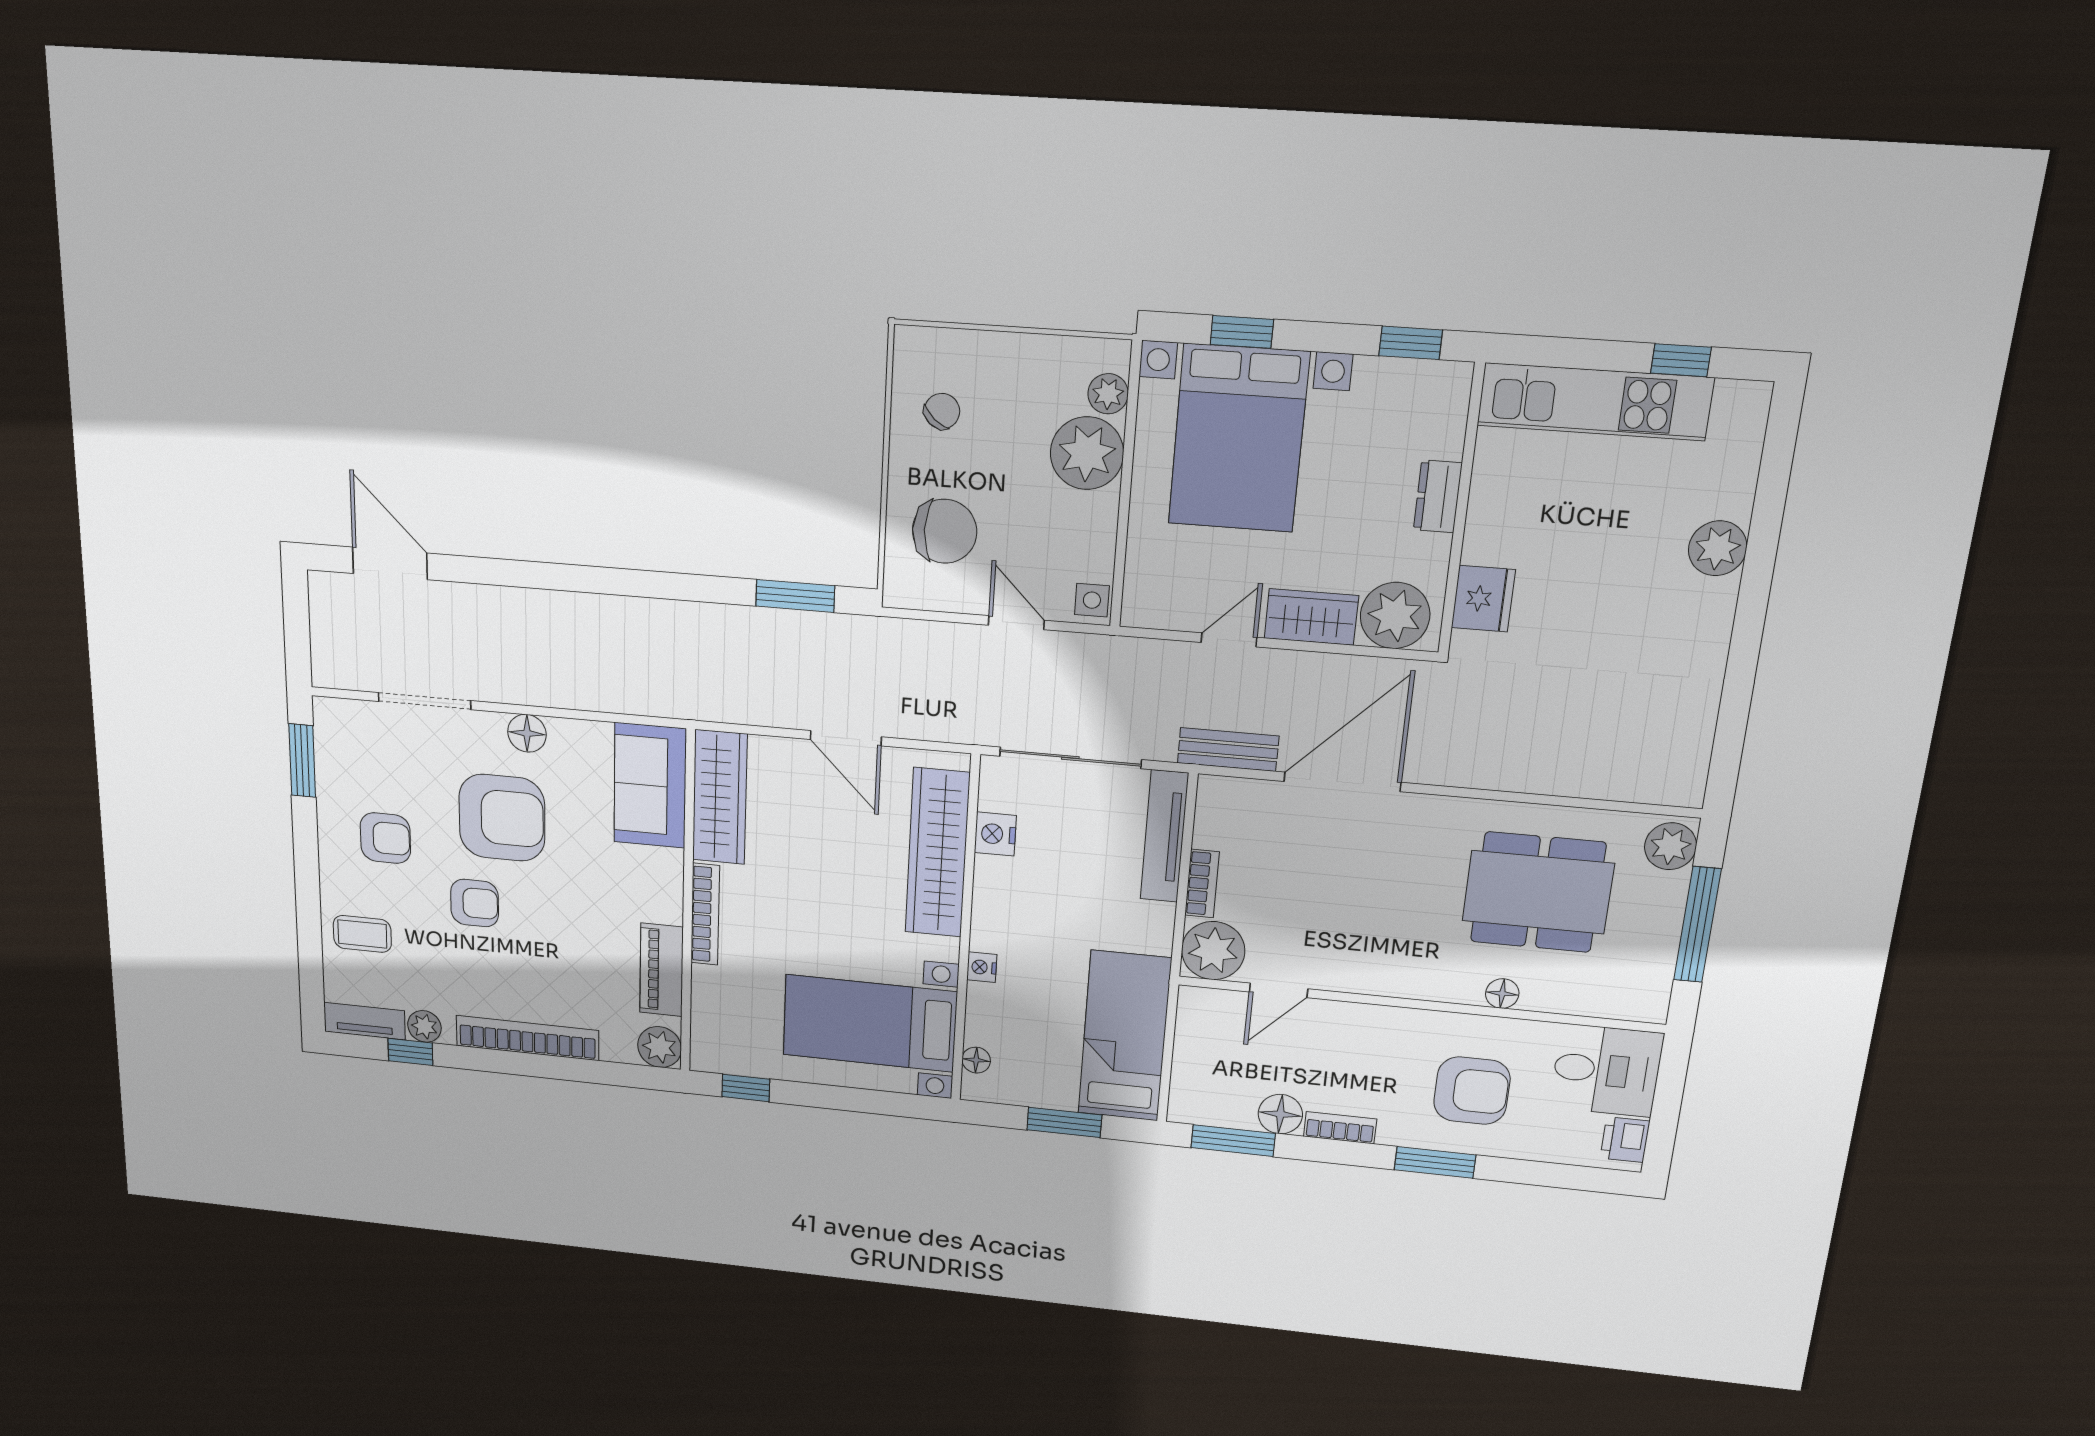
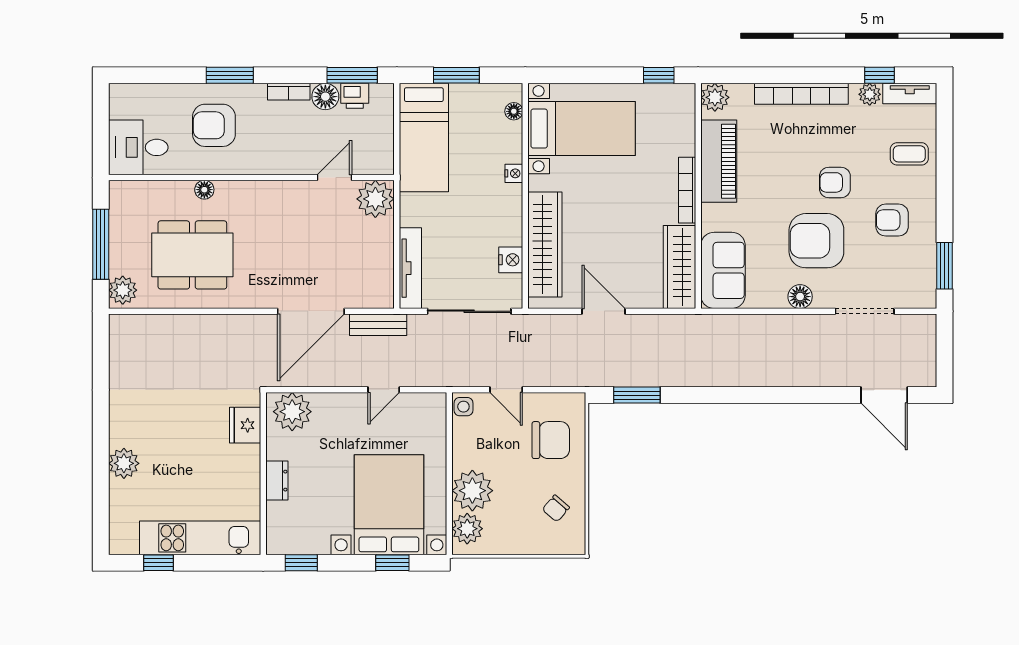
plant: (1108, 394) -> (467, 529), width x1.38, depth x1.38
chair: (945, 531) -> (551, 440), turned 180
wardrobe: (1311, 617) -> (339, 407), removed
bookcase: (1202, 884) -> (386, 241), removed
piano: (661, 970) -> (719, 161), width x1.37, depth x1.33
printer: (1625, 1140) -> (355, 96), moved, turned 90

